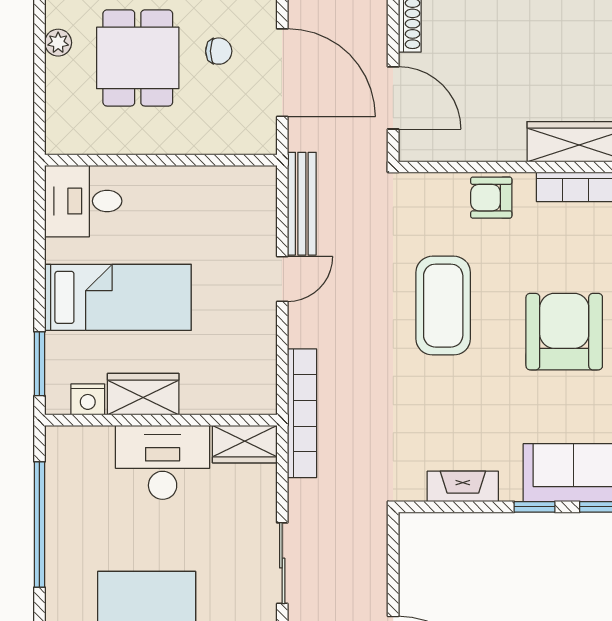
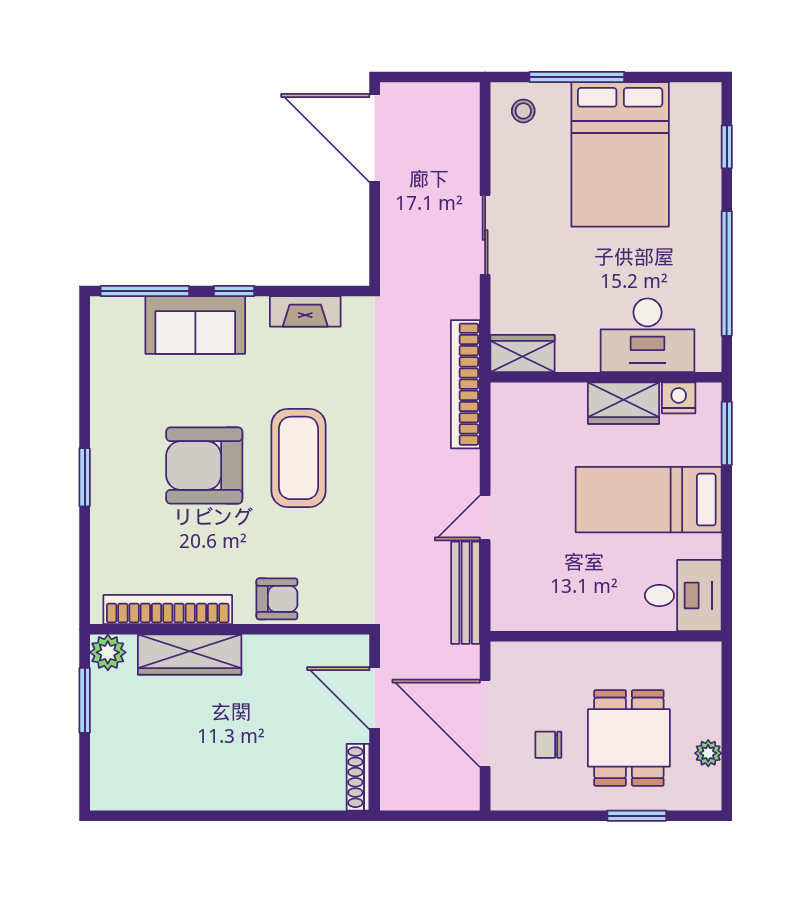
coffee table: (443, 306) -> (298, 458), moved
armchair: (564, 332) -> (204, 465), turned 90
desk: (163, 462) -> (647, 335), moved

